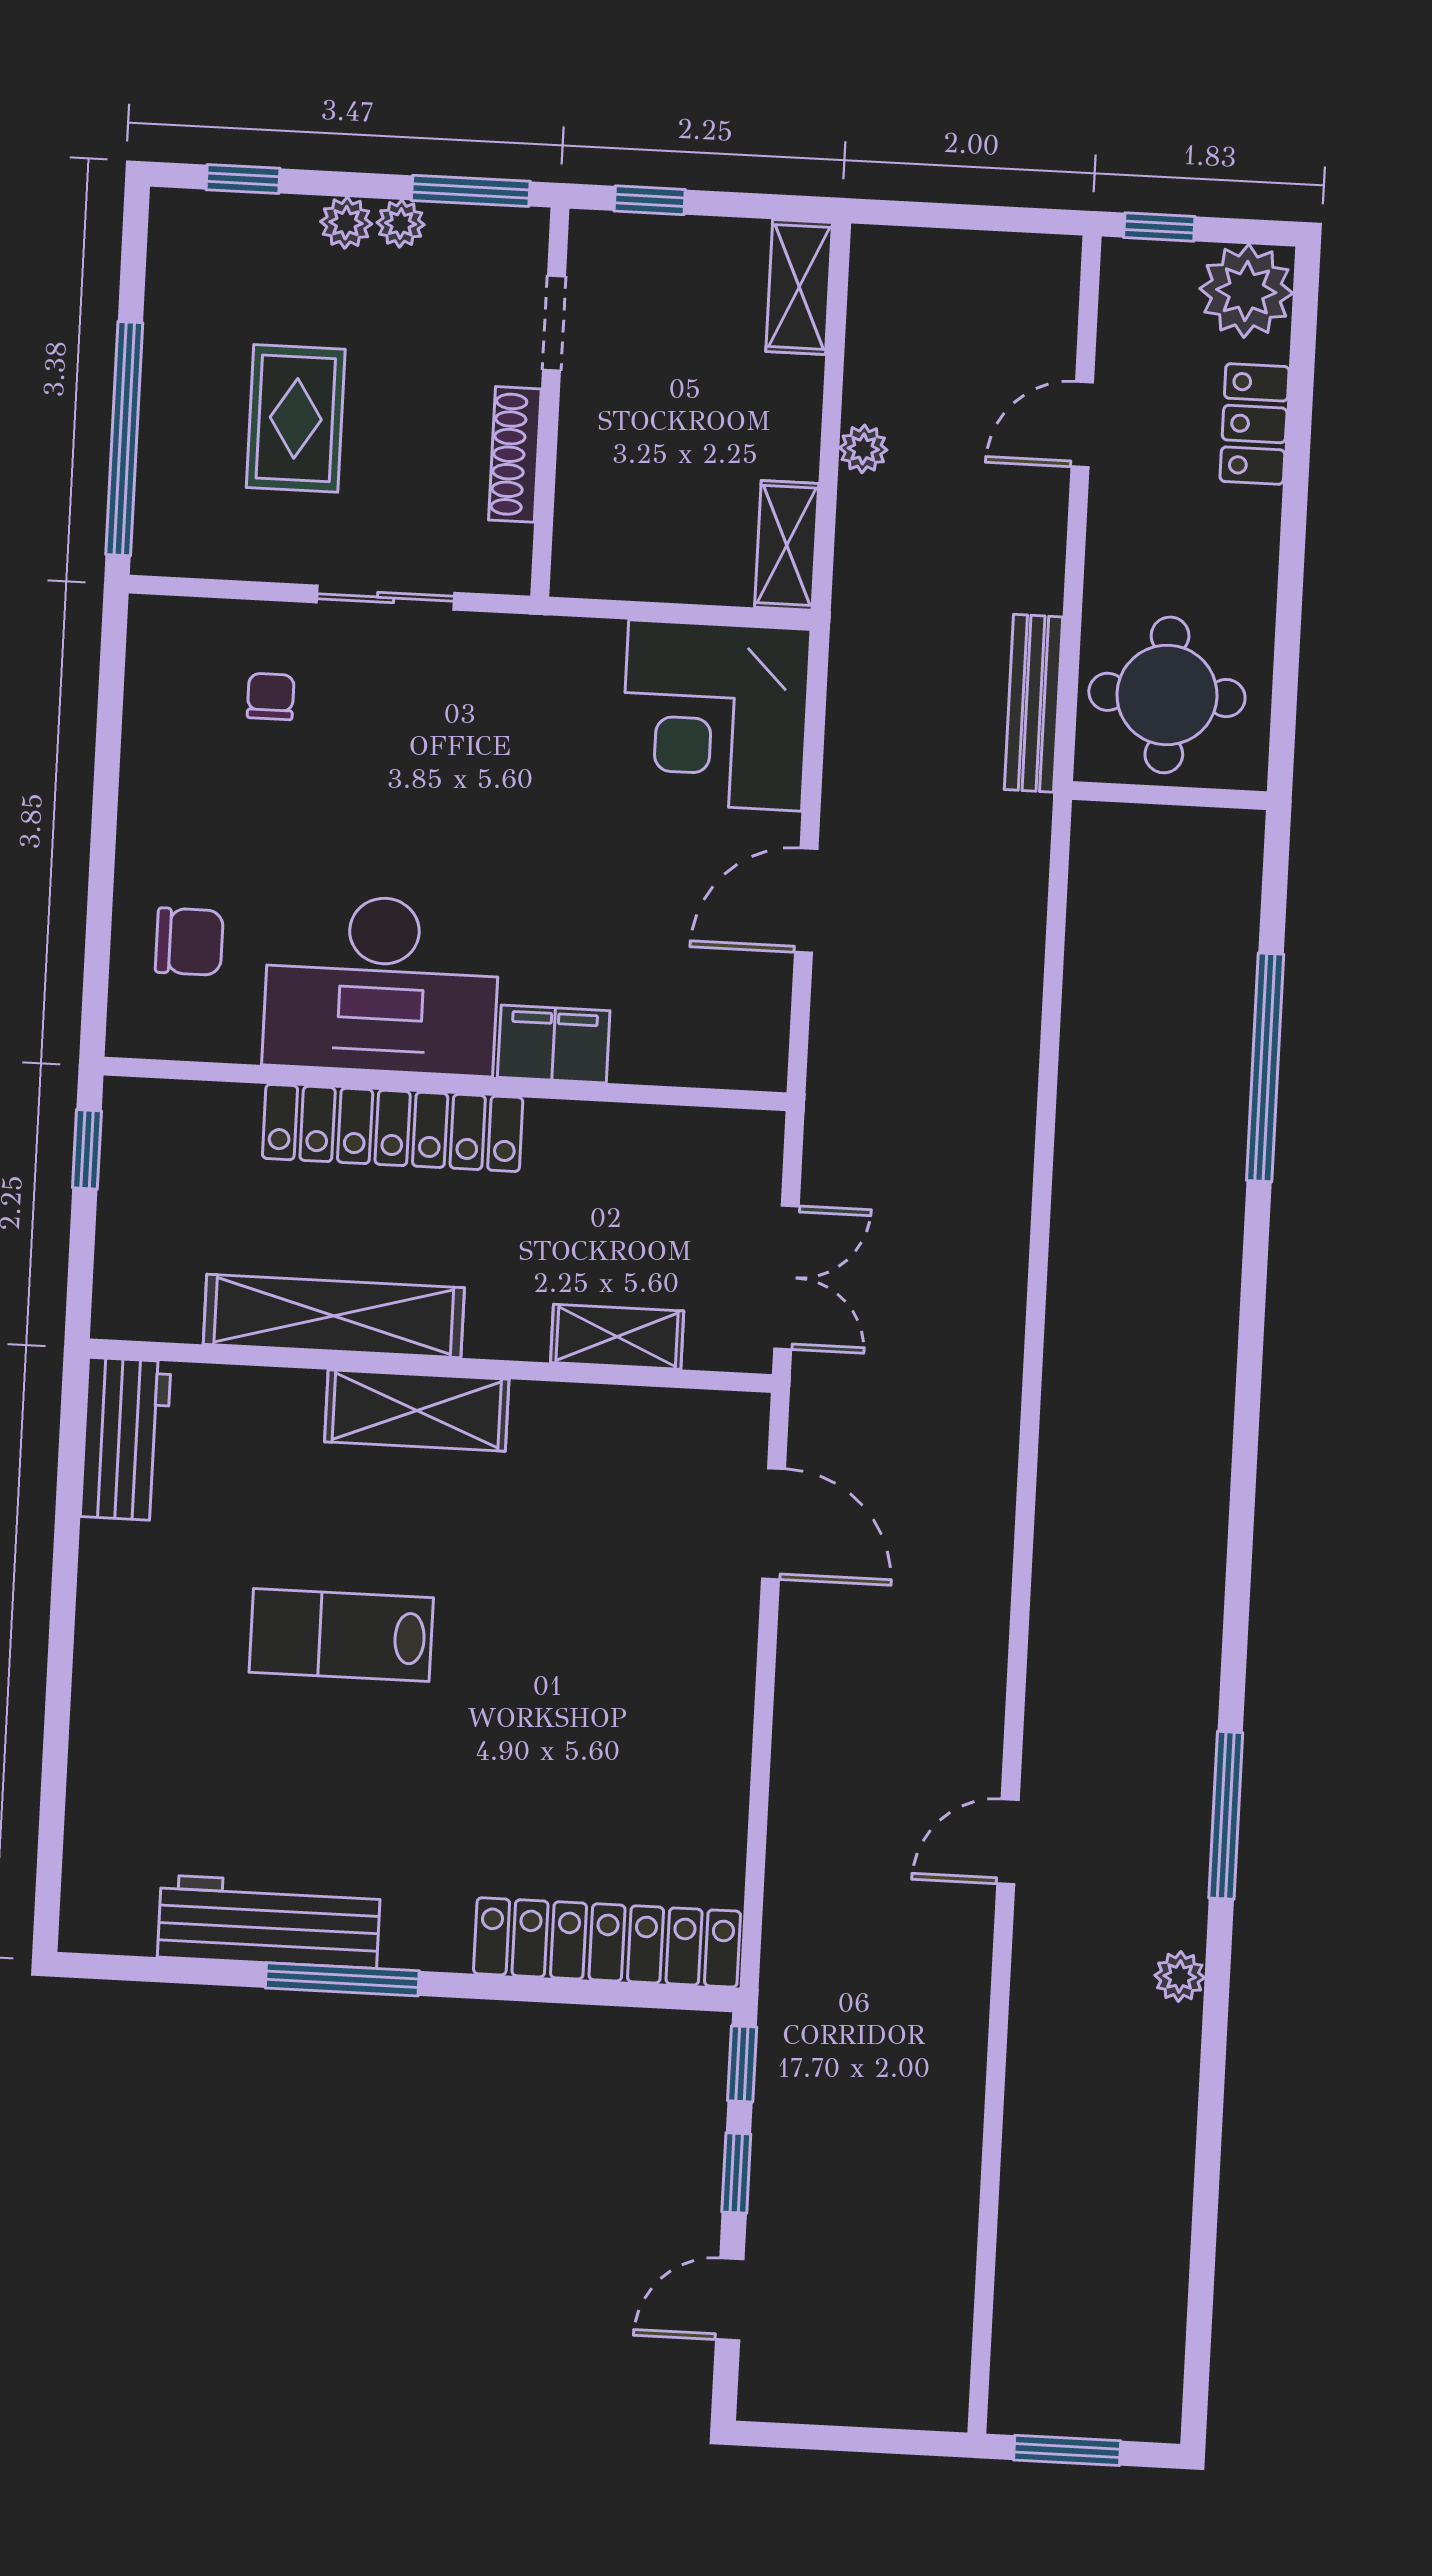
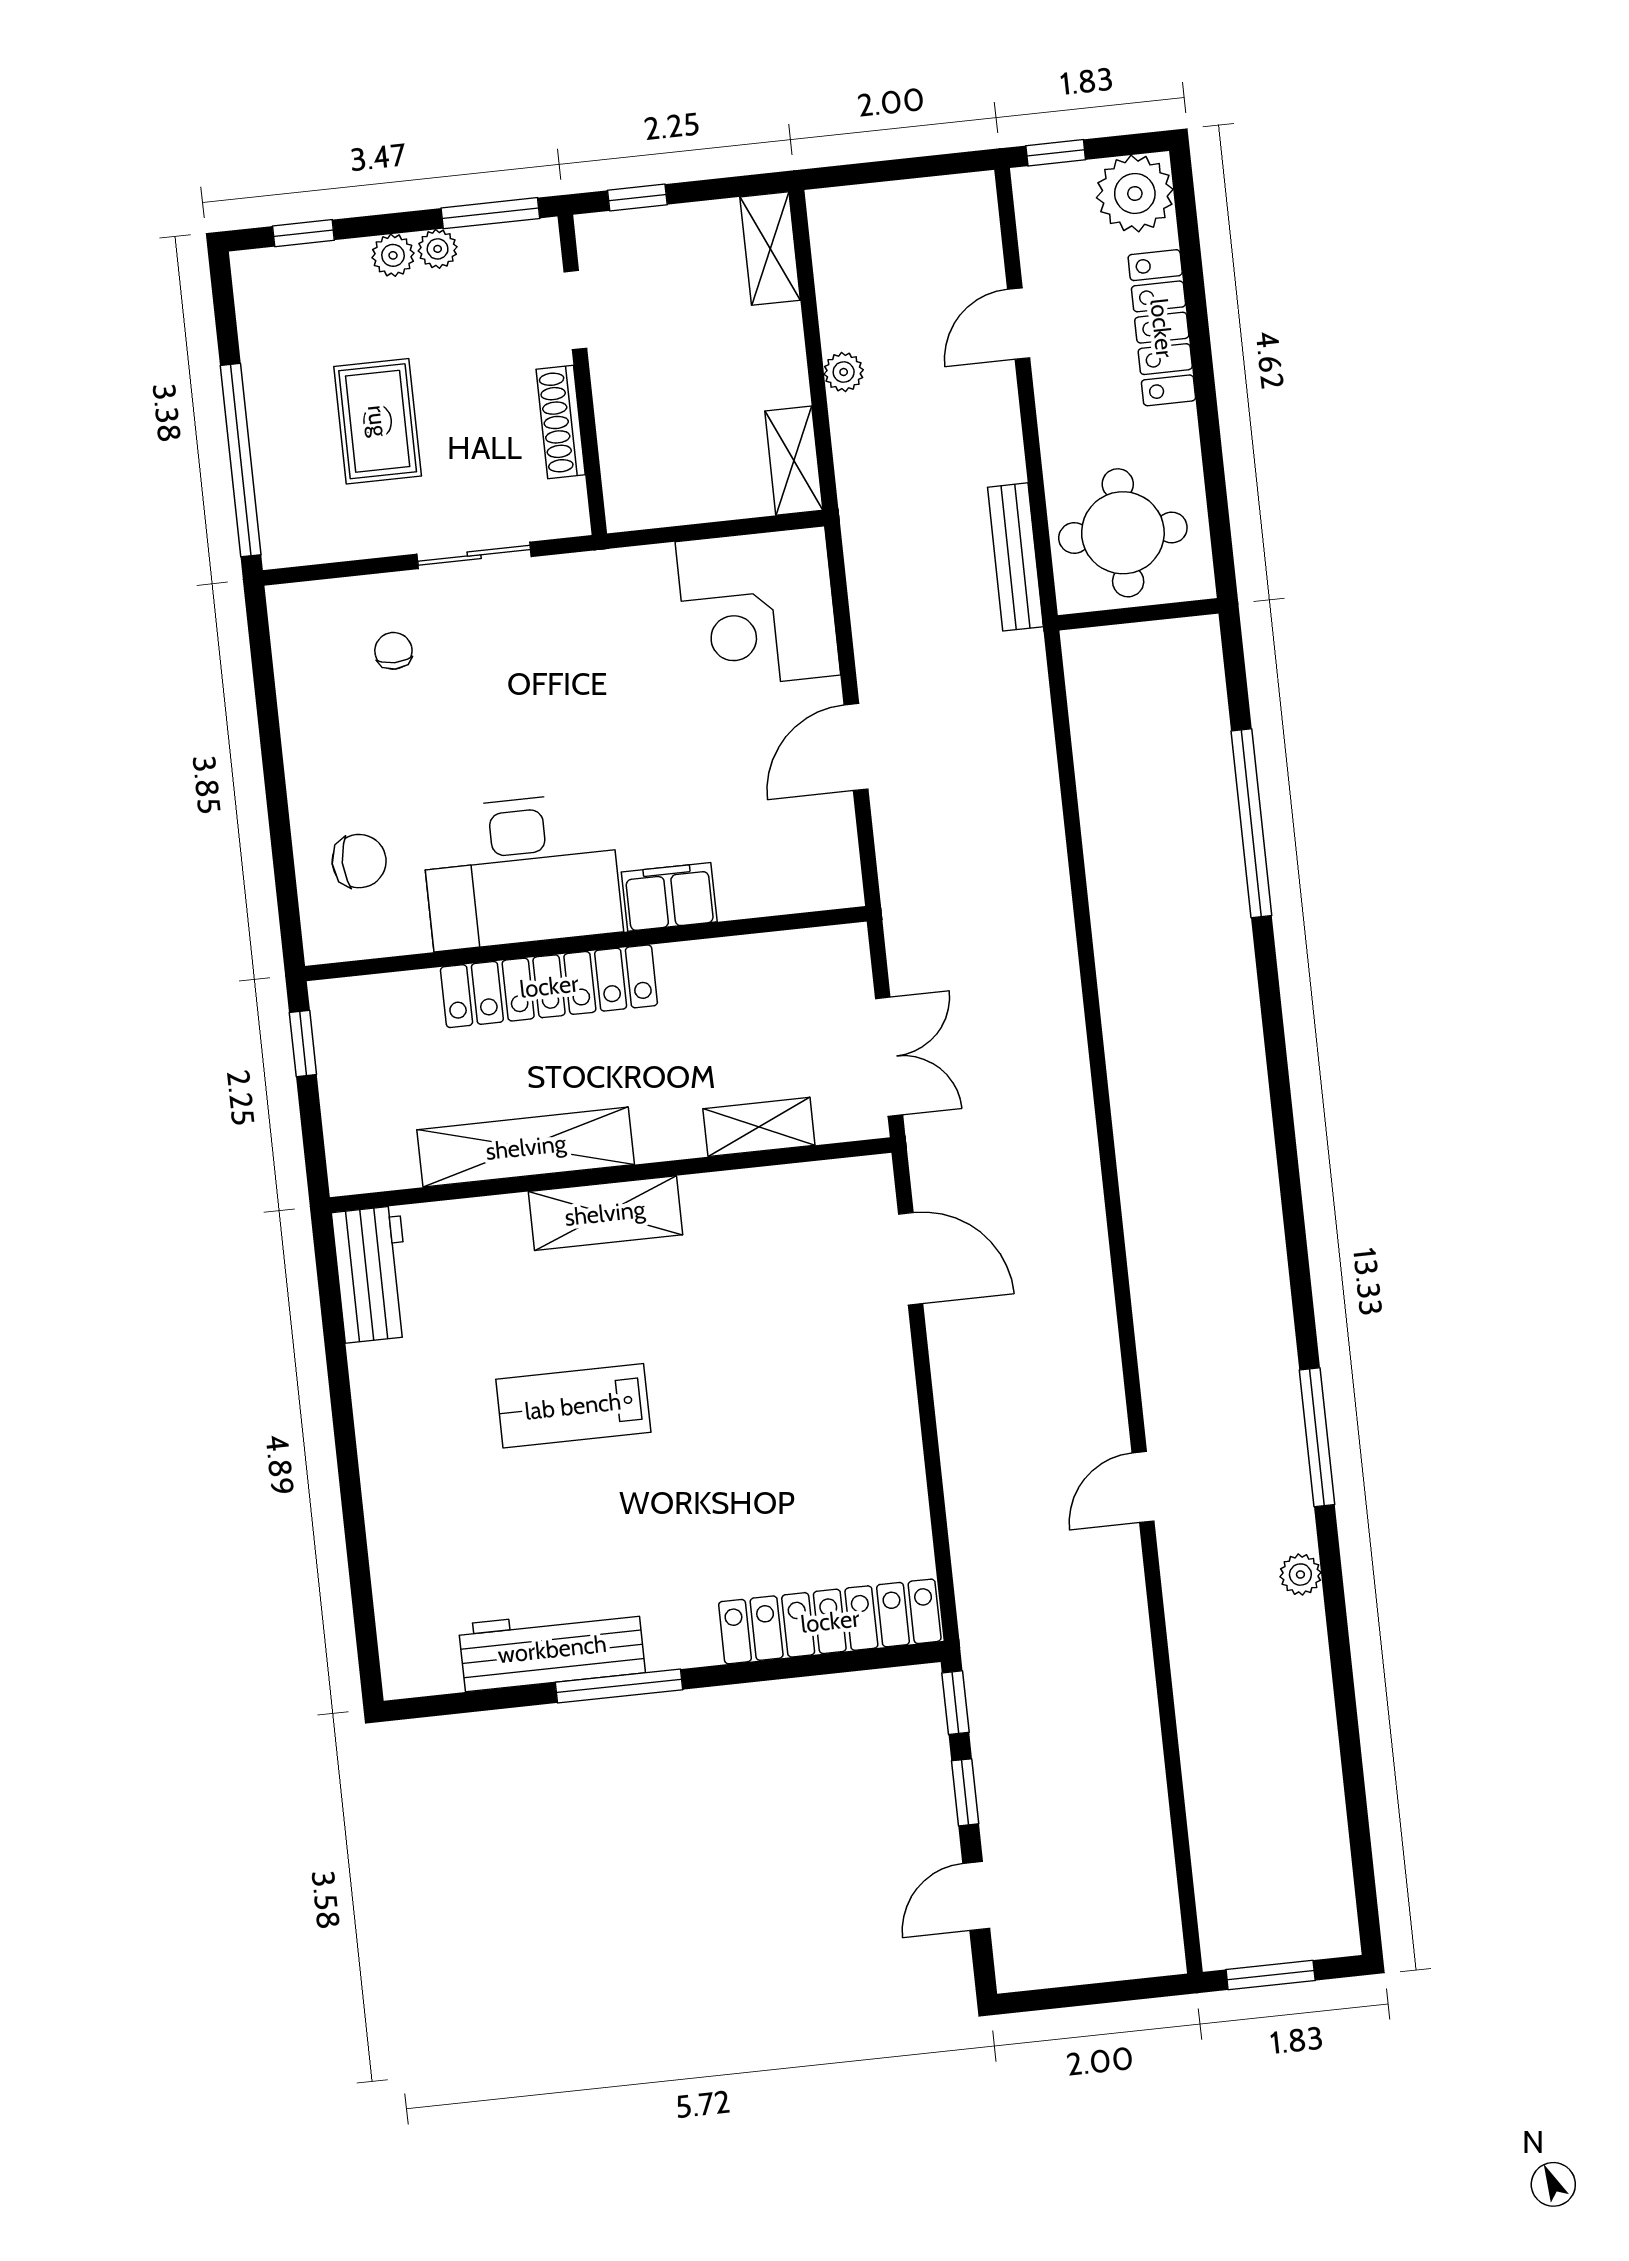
locker: (1255, 424) -> (1162, 328), width x1.53

